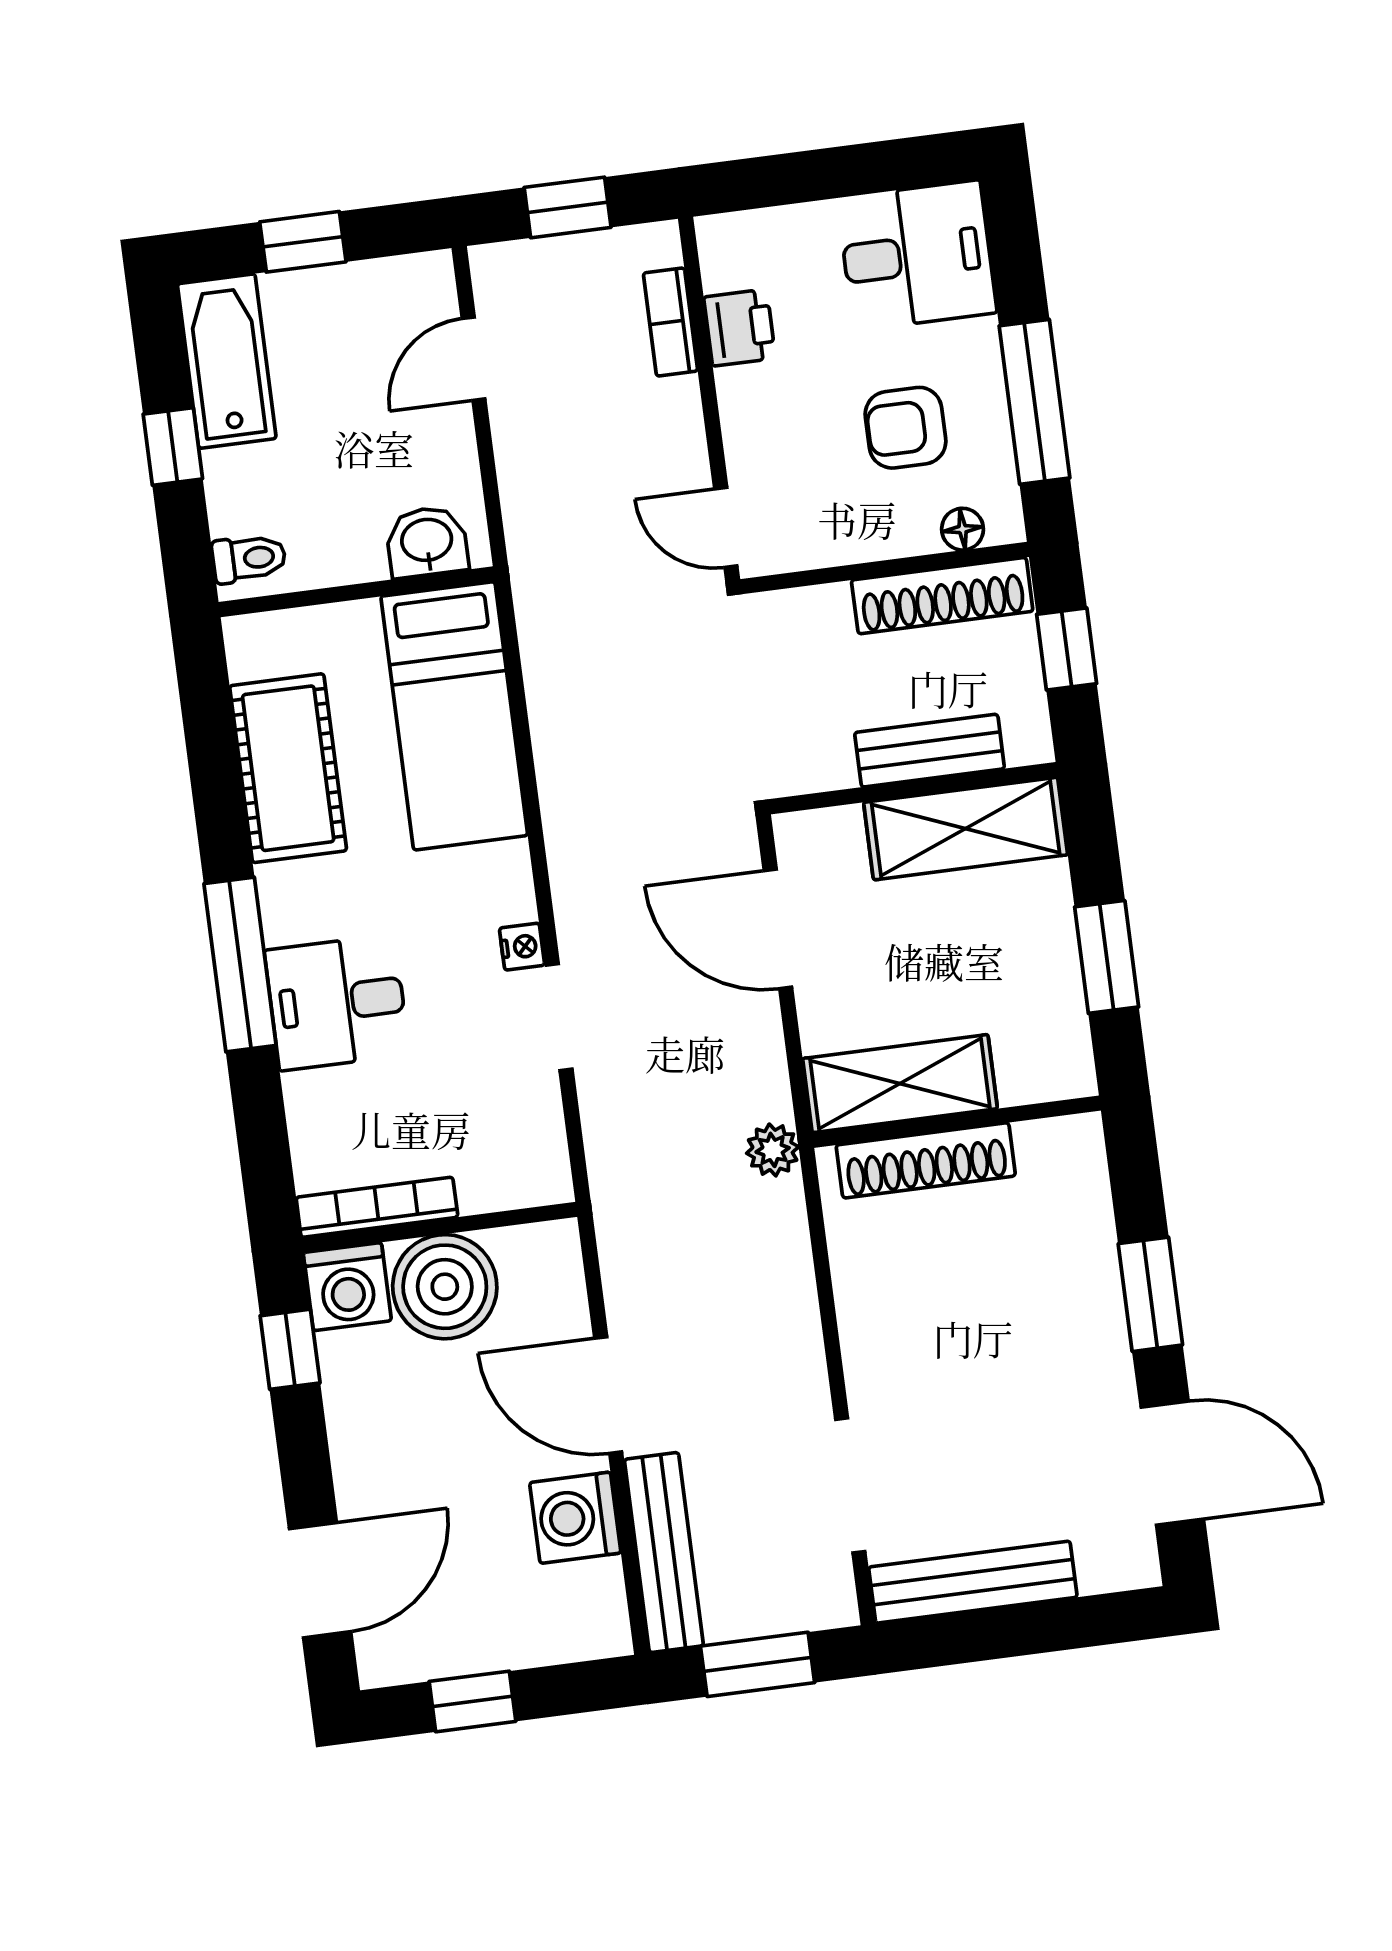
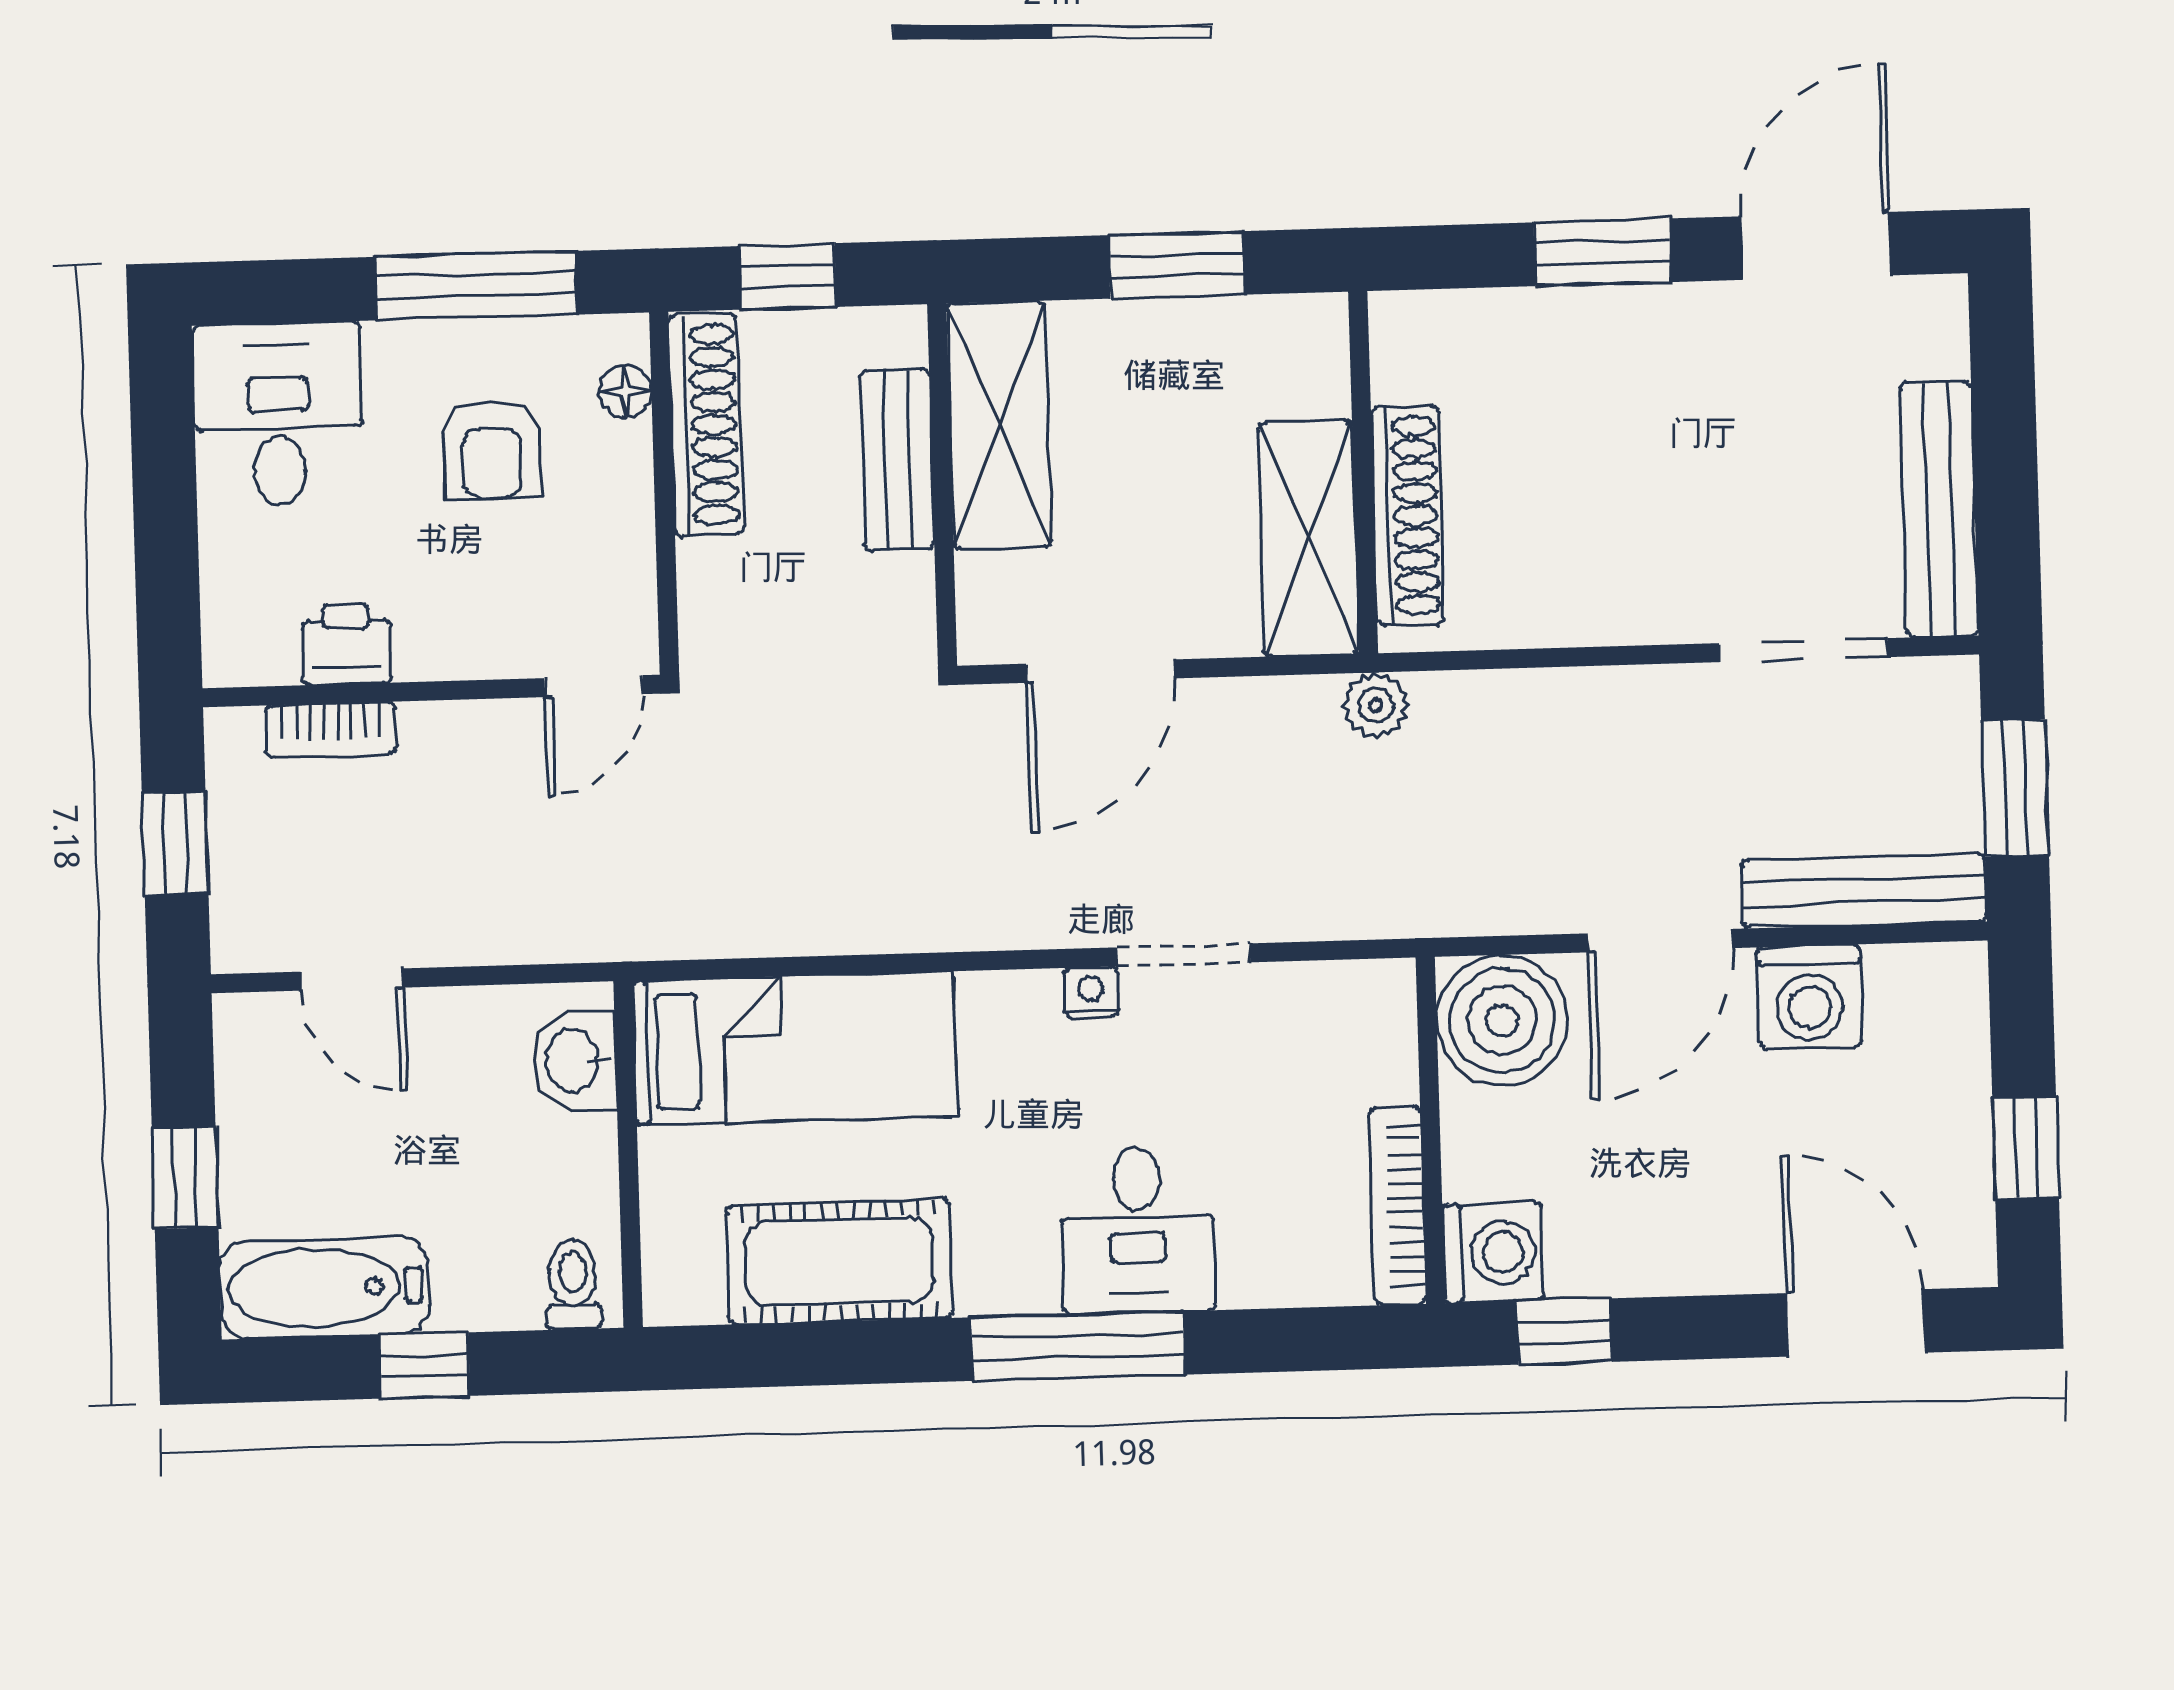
boiler: (445, 1287) -> (1502, 1020), moved

